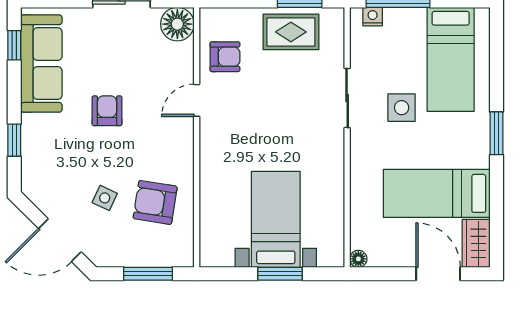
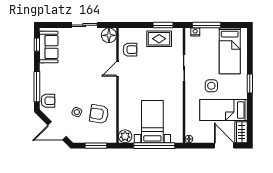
sofa: (41, 64) -> (49, 47), width x0.73
side table: (402, 108) -> (211, 86), moved
armchair: (107, 111) -> (48, 101), moved, turned 90
window: (14, 140) -> (37, 87), width x2.17
plant: (214, 253) -> (125, 136), added
window: (280, 274) -> (154, 146), width x2.11

